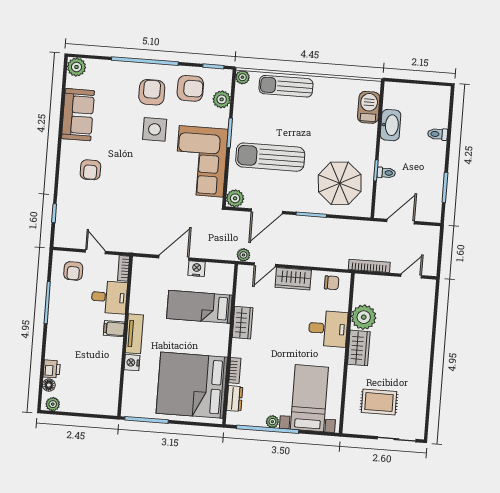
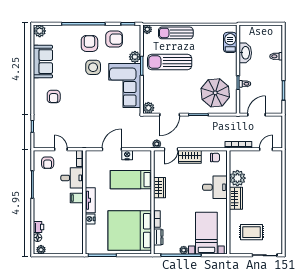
plant: (222, 99) -> (135, 57), moved
sun lounger: (270, 157) -> (170, 62), moved

